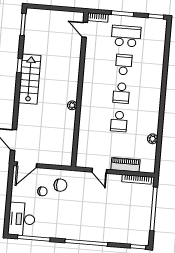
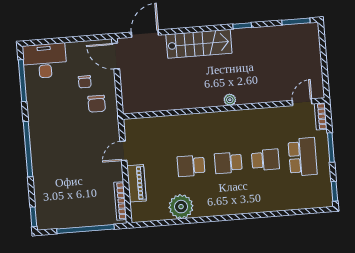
stairs: (30, 79) -> (199, 44), moved
plant: (72, 105) -> (230, 100), moved
plant: (153, 139) -> (181, 207), width x1.88, depth x1.88

